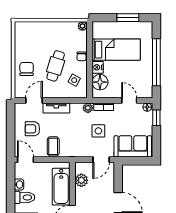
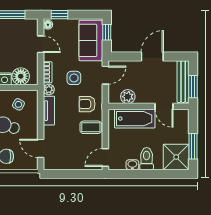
door: (129, 100) -> (41, 44), swing flipped
tv unit: (56, 108) -> (49, 111), moved
armchair: (32, 129) -> (87, 104), moved, turned 90
door: (101, 160) -> (105, 75), hinge flipped
window: (140, 161) -> (107, 32), added

